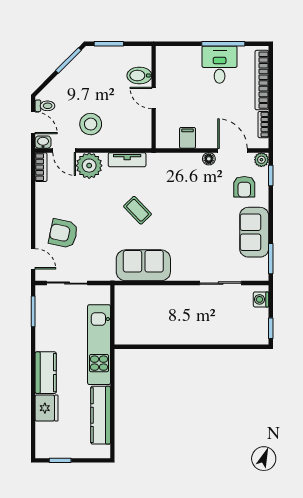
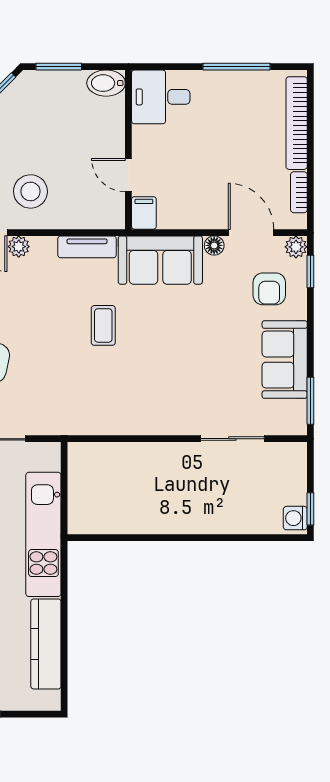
desk: (220, 65) -> (161, 97), moved, turned -90
bidet: (139, 75) -> (106, 83), moved
door: (154, 98) -> (128, 175), moved
filing cabinet: (188, 138) -> (144, 213), moved
plant: (89, 166) -> (19, 247), width x0.53, depth x0.53
coffee table: (137, 210) -> (103, 325), turned 44
sofa: (143, 265) -> (160, 260), moved, turned 180
washing machine: (261, 299) -> (295, 518), moved

